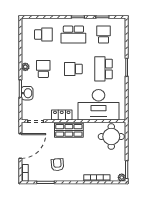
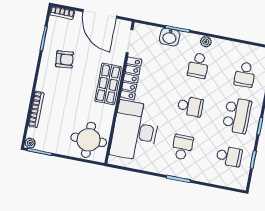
school desk: (73, 35) -> (237, 115), turned 180
school desk: (43, 69) -> (198, 65), turned 90
school desk: (73, 69) -> (190, 106), turned 90
school desk: (104, 69) -> (182, 147), width x0.54
locker: (62, 115) -> (131, 78), width x1.53

